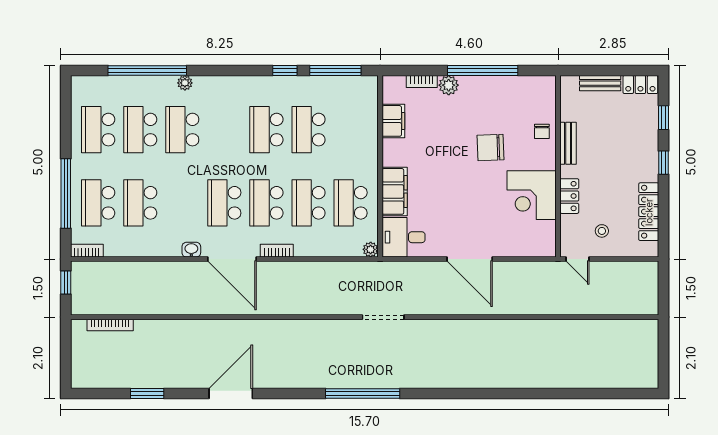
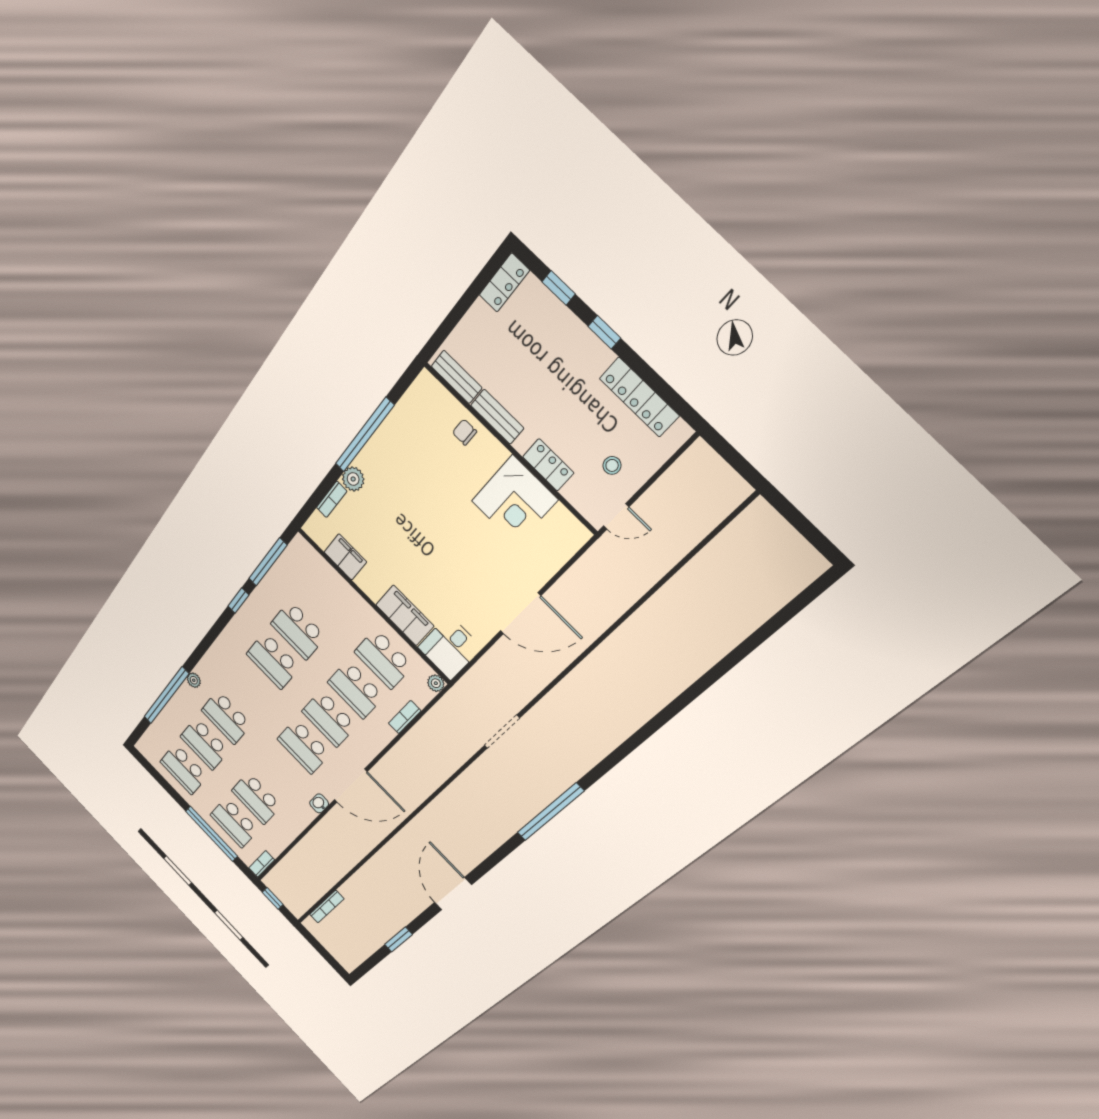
bench: (600, 83) -> (457, 377), moved, turned 90
chair: (542, 131) -> (465, 432), turned 180
chair: (491, 147) -> (438, 495), removed
bookcase: (277, 251) -> (405, 717), moved

